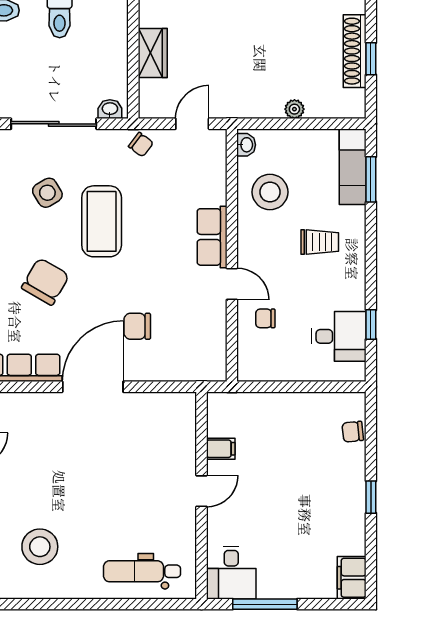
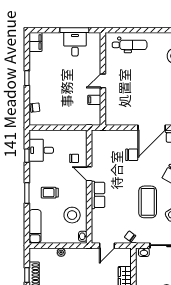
window: (371, 179) -> (27, 193), moved
desk: (231, 573) -> (75, 44), moved

